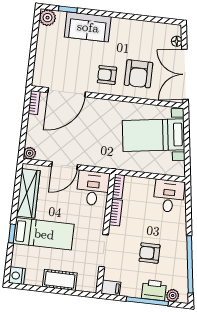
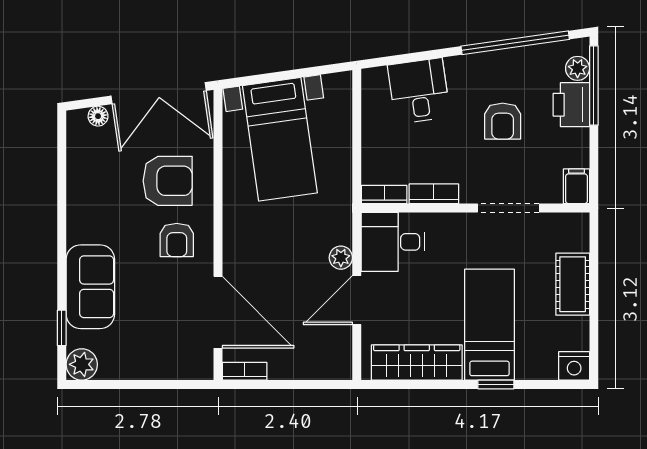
plant: (30, 153) -> (341, 258), moved
door: (64, 166) -> (357, 300), swing flipped
desk: (169, 196) -> (419, 91), moved, turned 82
window: (147, 301) -> (594, 86), moved

